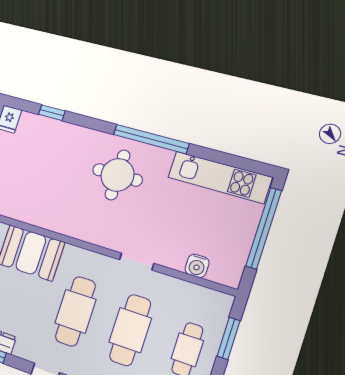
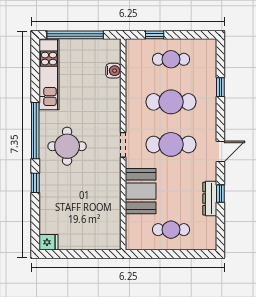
window: (52, 113) -> (35, 183), moved
doorway: (137, 261) -> (123, 145), moved
window: (229, 338) -> (155, 35), width x0.67

